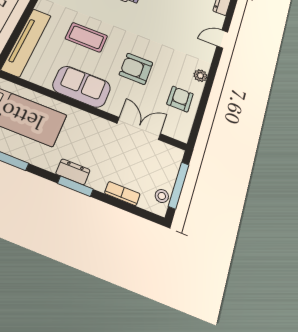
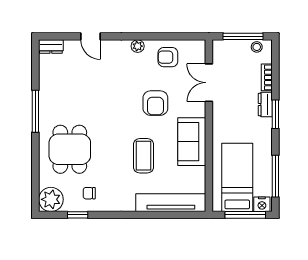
dresser: (73, 172) -> (265, 104), moved

